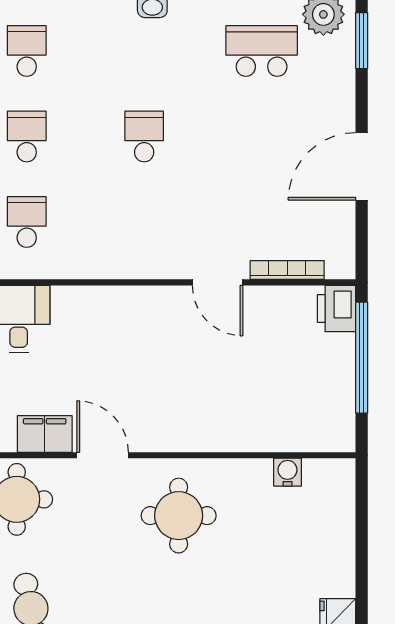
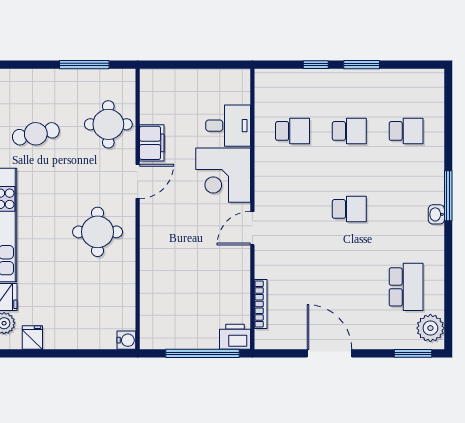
door: (218, 282) -> (252, 228), moved
corner desk: (93, 327) -> (223, 175), added
water cooler: (287, 472) -> (126, 340), moved

